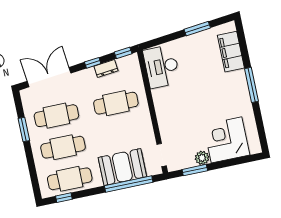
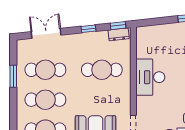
desk: (162, 67) -> (150, 77), moved
dresser: (106, 68) -> (119, 34), moved
double door: (49, 77) -> (46, 33), width x0.73

